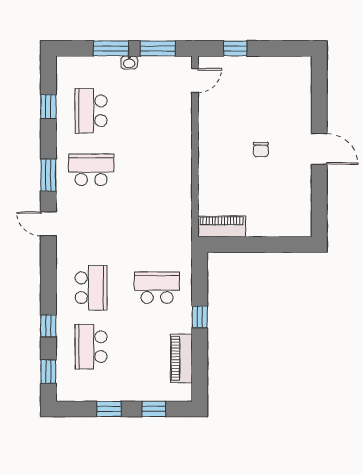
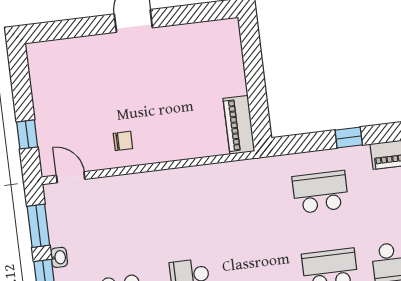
chair: (261, 150) -> (123, 141), moved
school desk: (157, 288) -> (320, 192), turned 90

